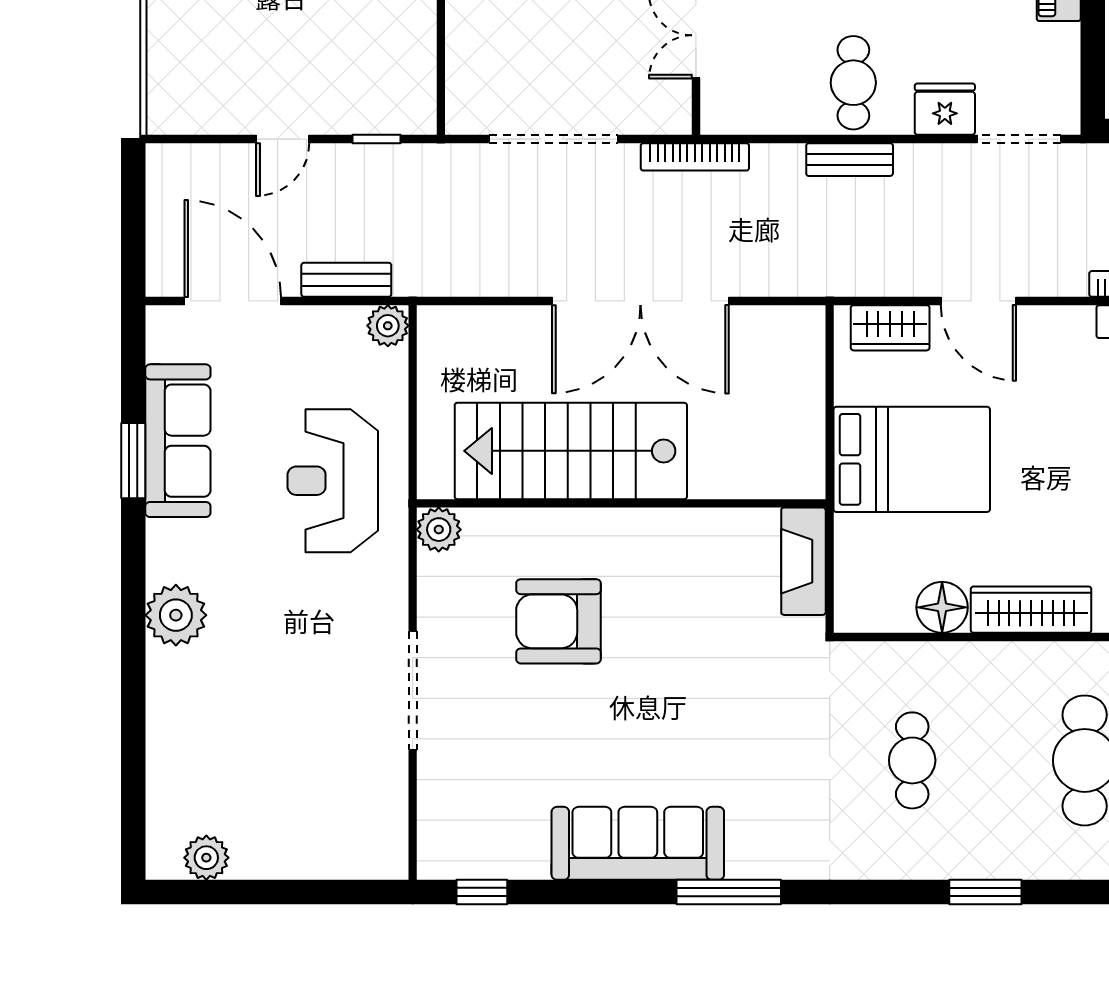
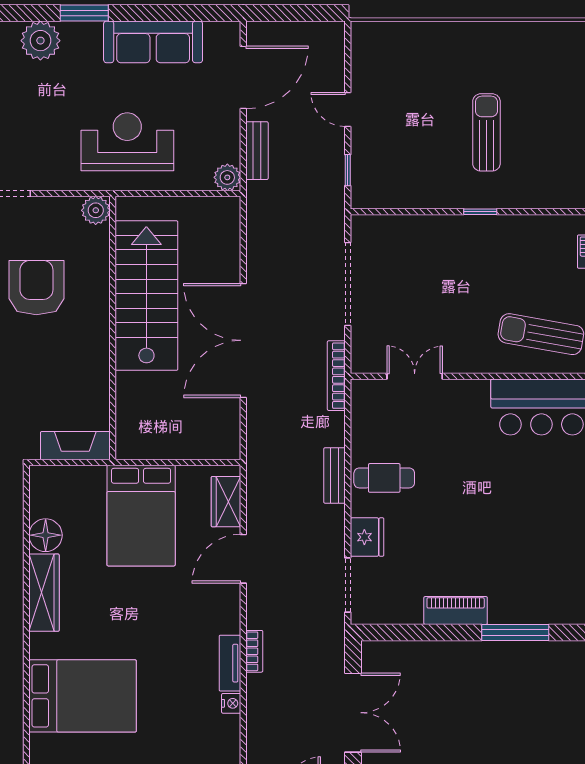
window: (133, 461) -> (84, 13), moved

